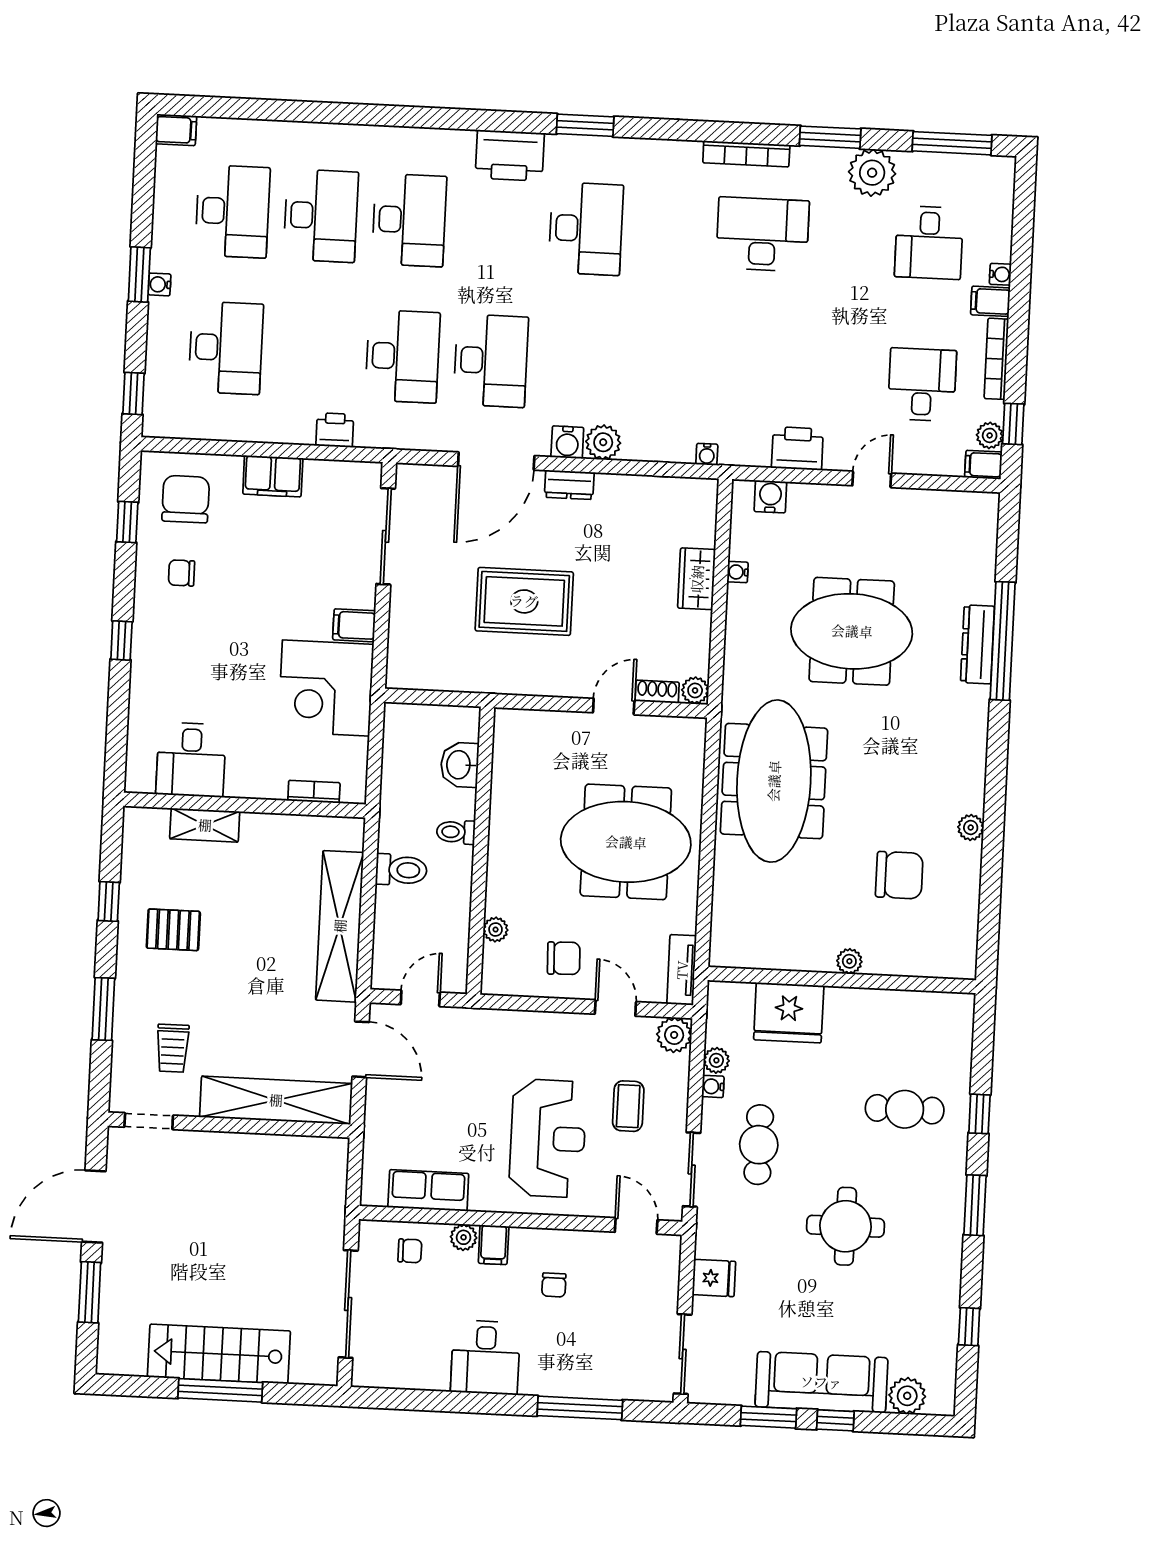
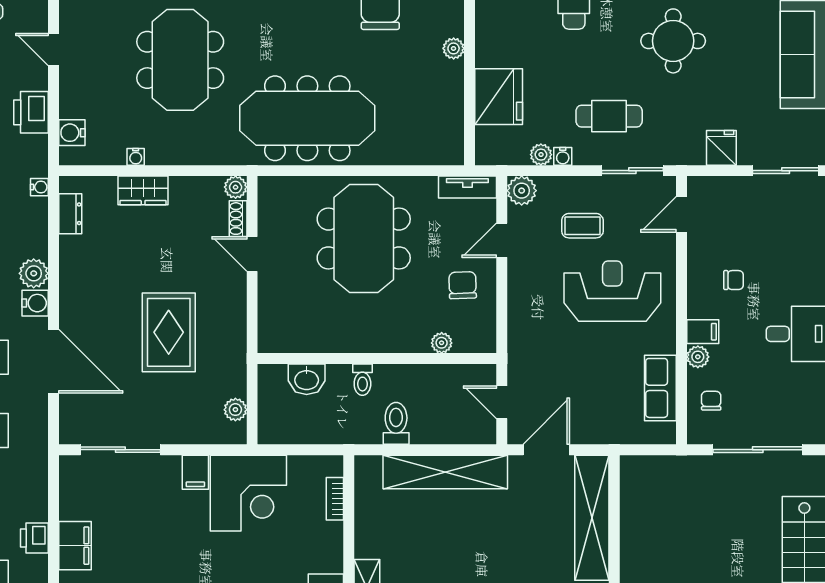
printer: (335, 430) -> (34, 538), moved
dresser: (569, 485) -> (70, 214), moved
plant: (427, 677) -> (235, 410), added

